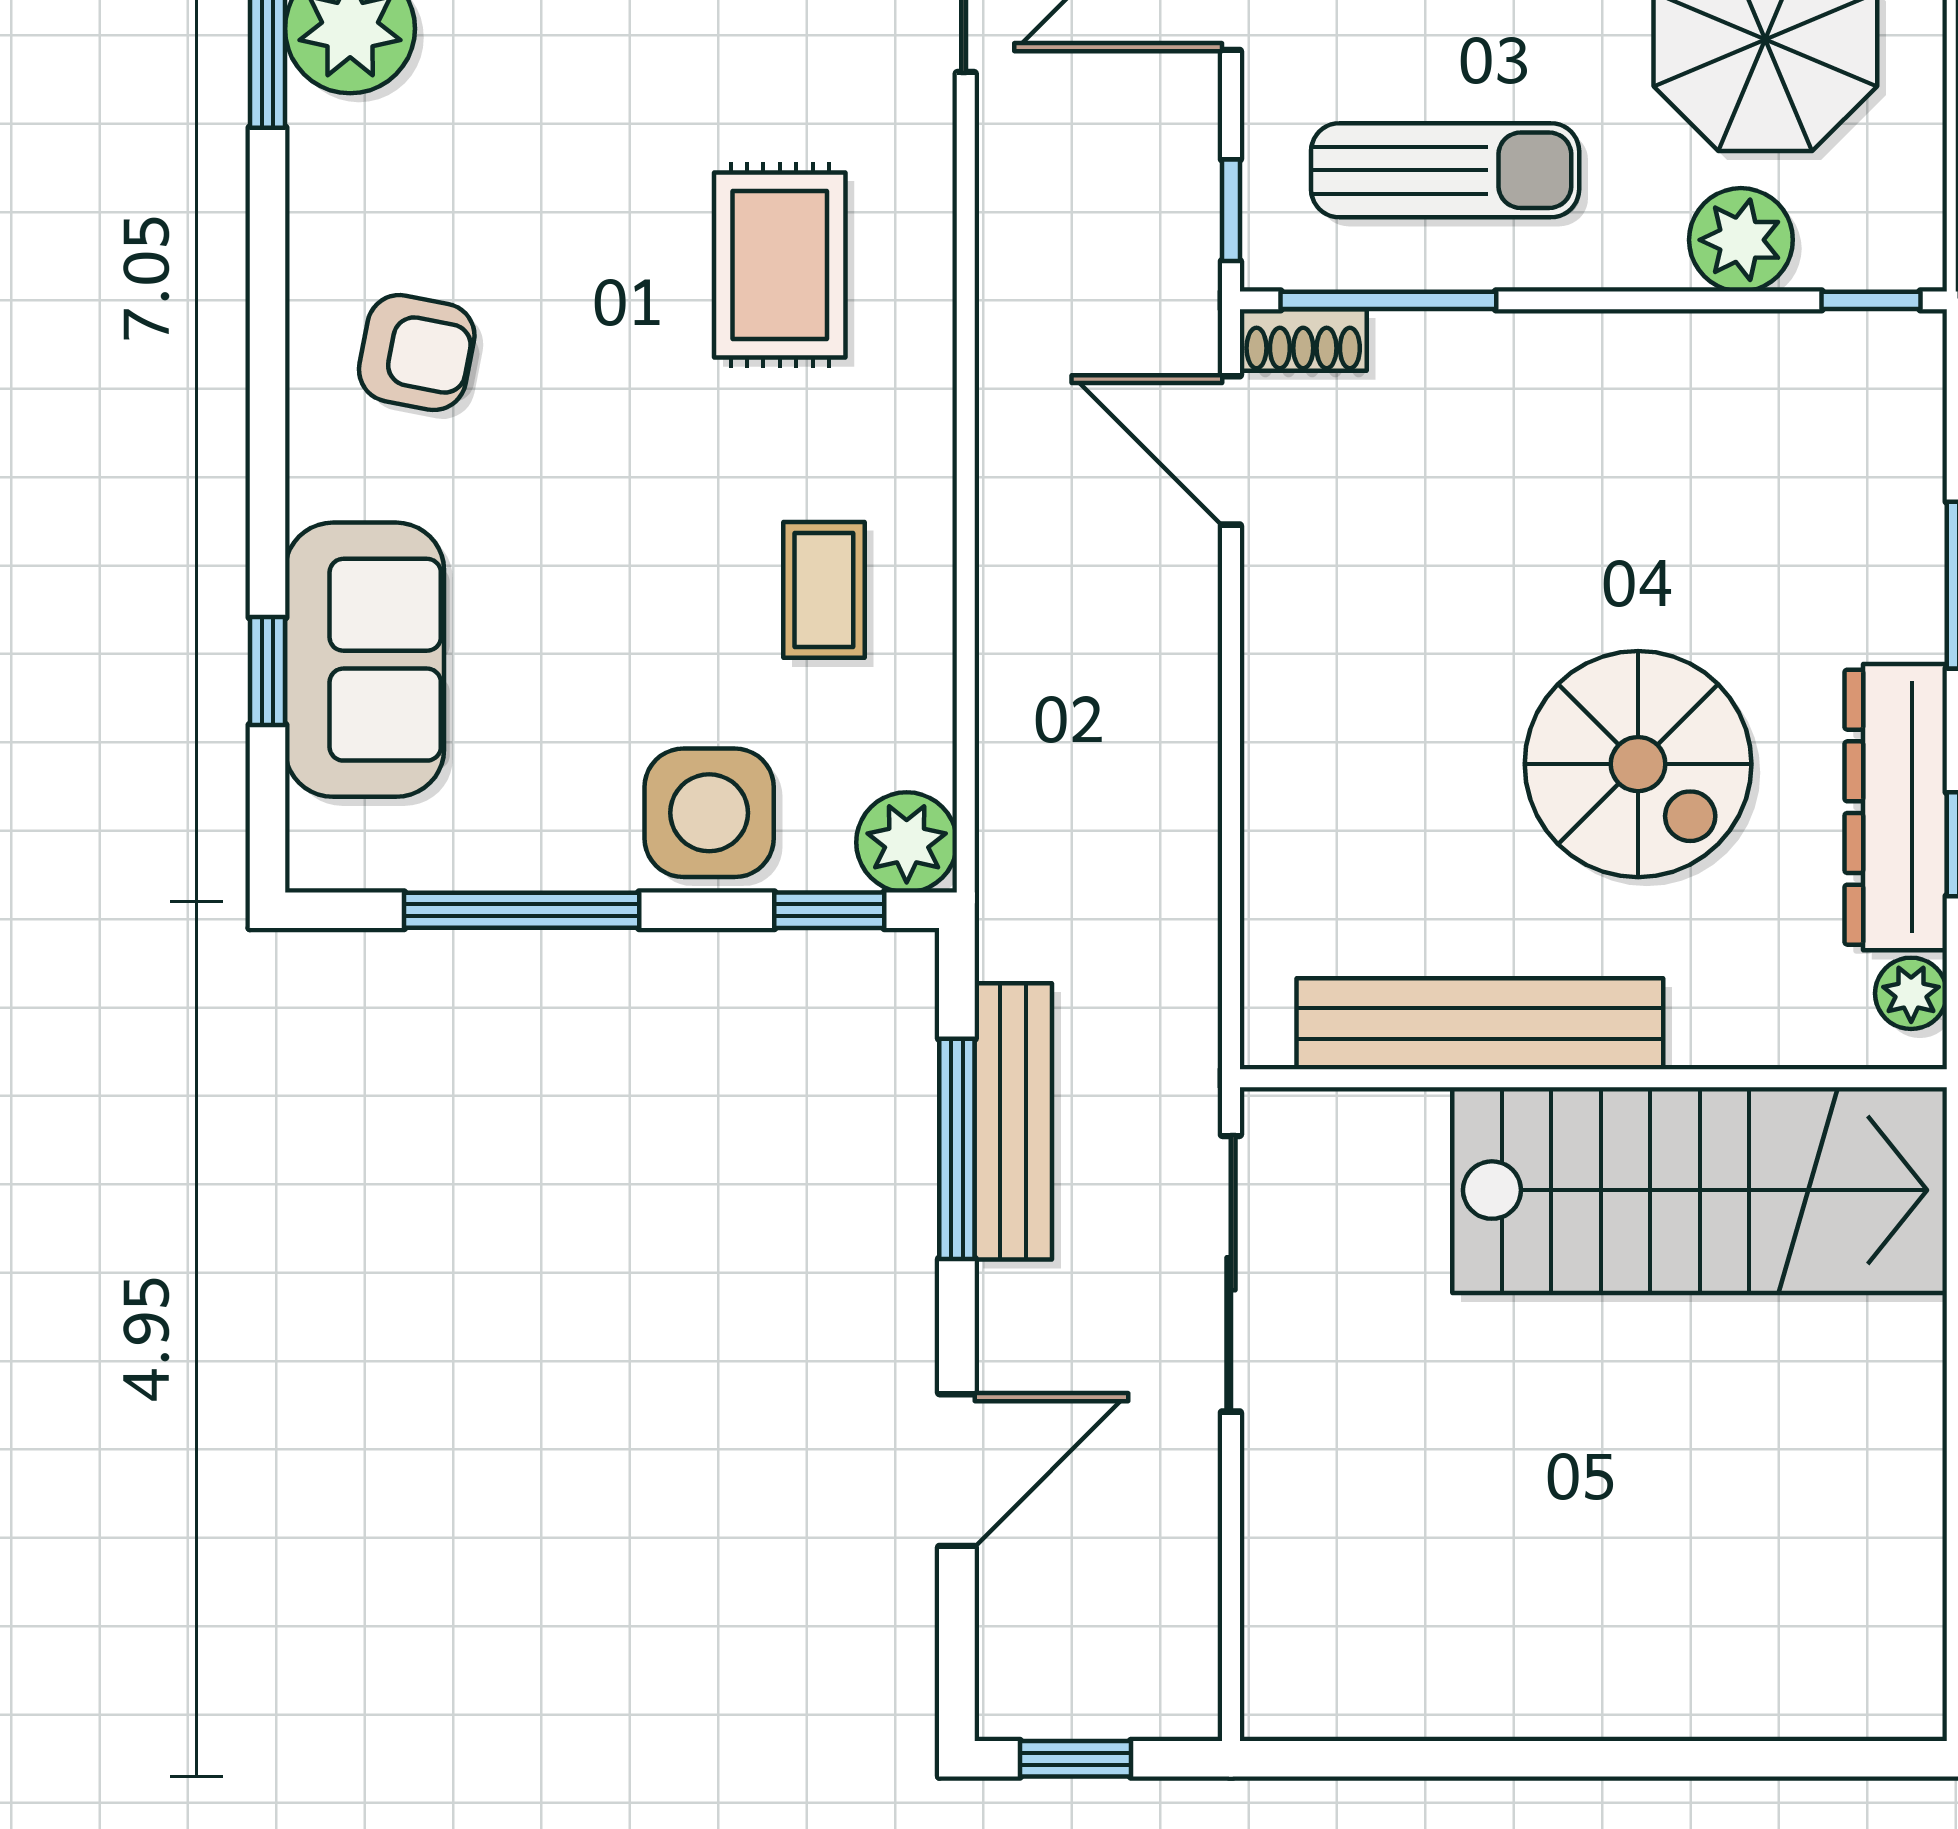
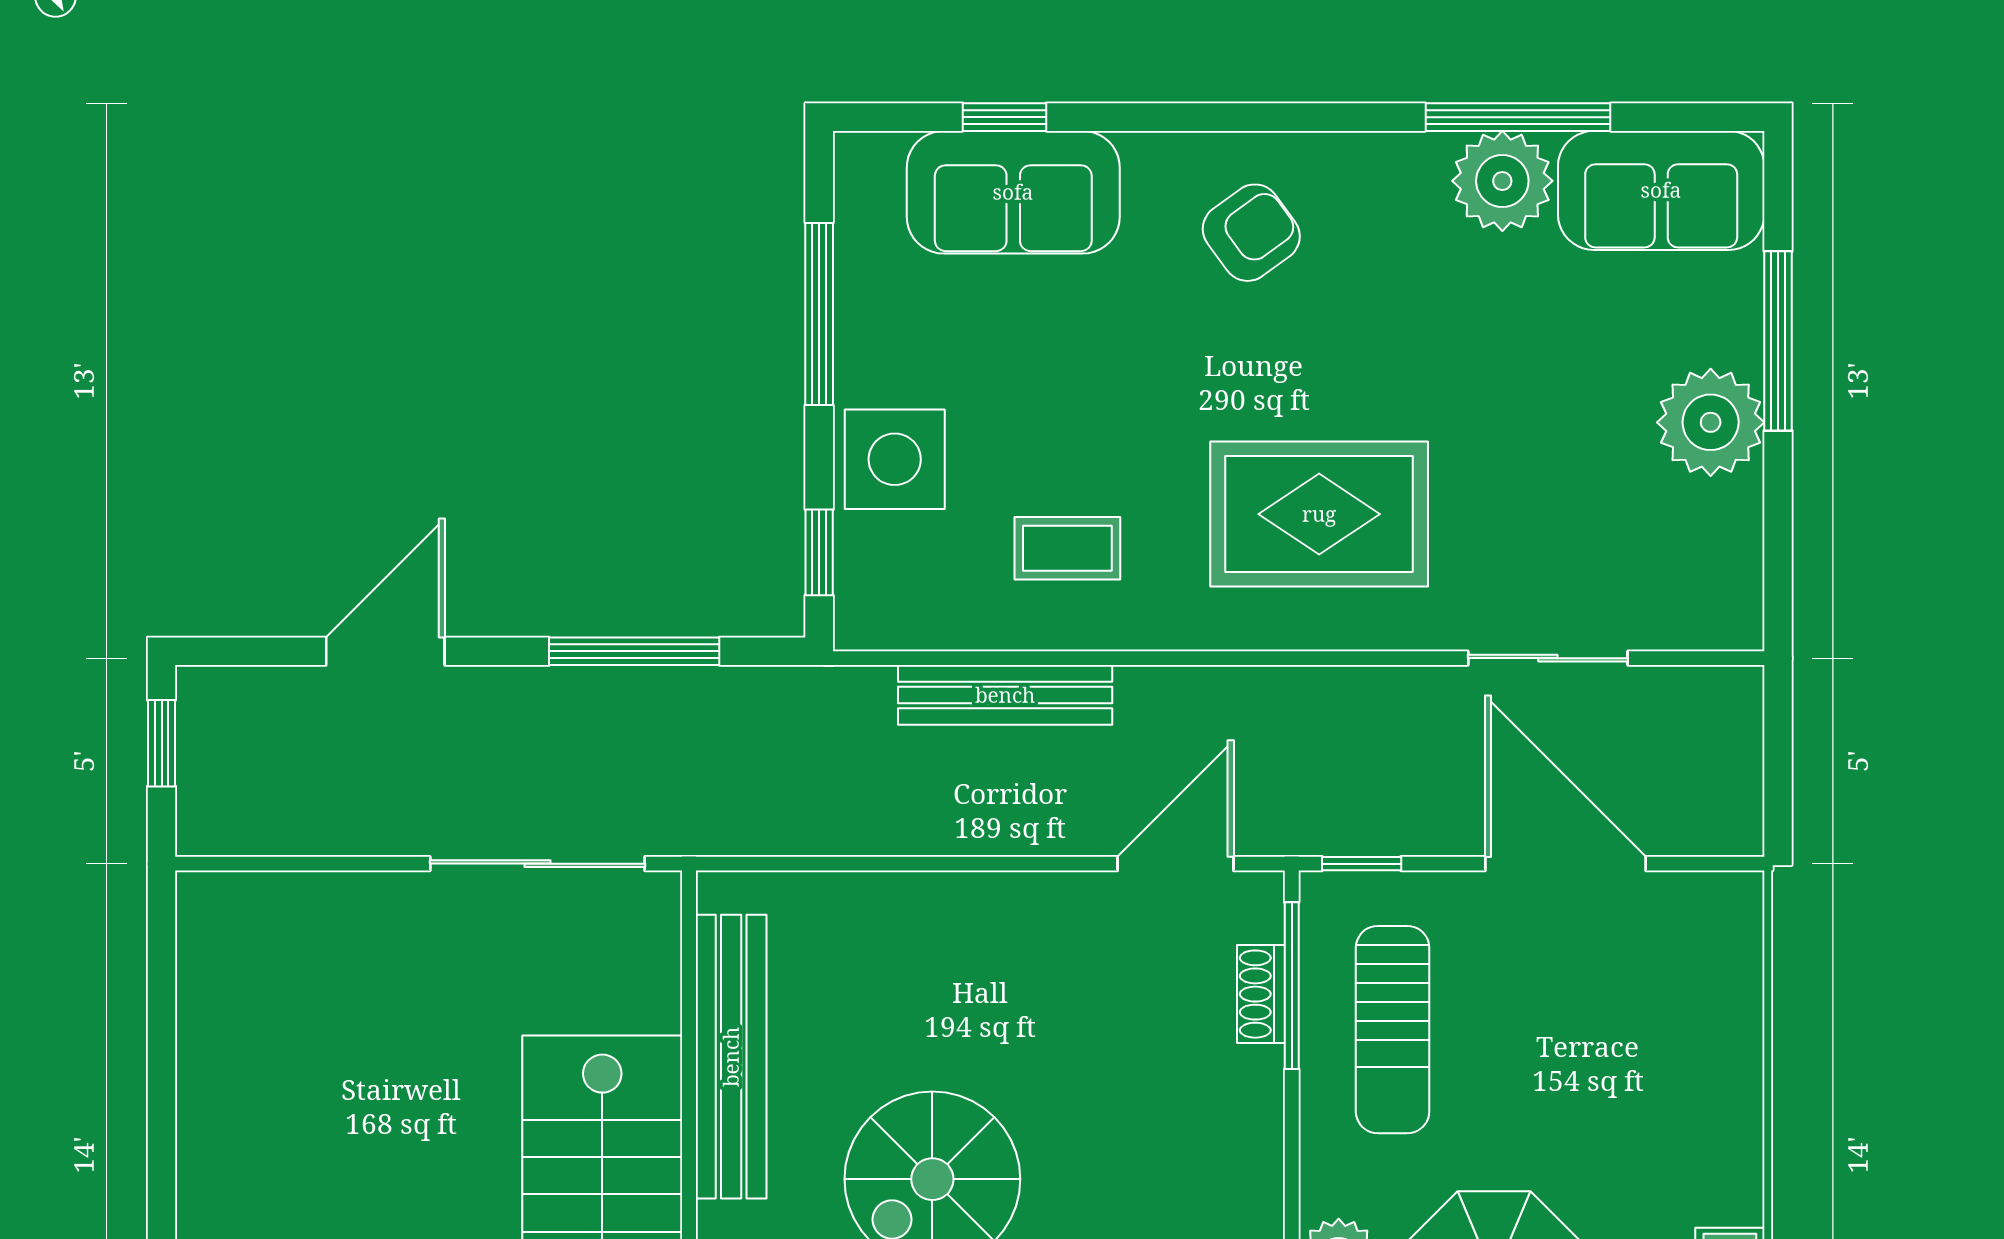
rug: (780, 265) -> (1319, 514), width x1.36, depth x1.43
shoe rack: (1303, 340) -> (1261, 994), moved
armchair: (417, 353) -> (1251, 233), turned -137
plant: (907, 842) -> (872, 612), removed
bench: (1013, 1121) -> (1005, 695), moved
door: (957, 1470) -> (385, 651), swing flipped

